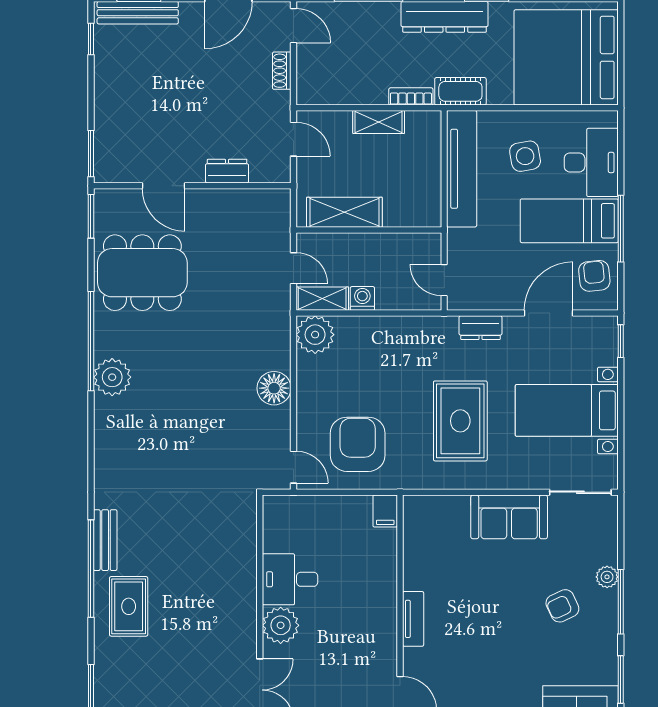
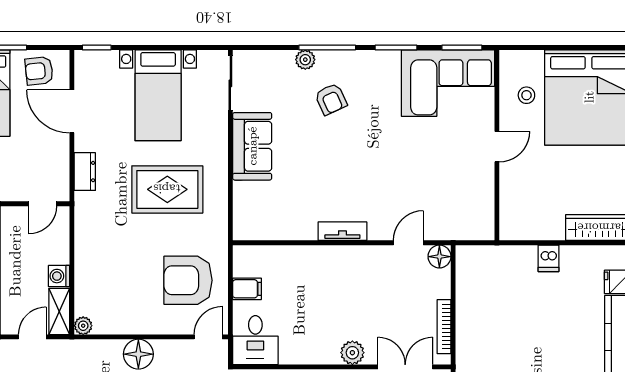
plant: (315, 335) -> (83, 326), width x0.53, depth x0.53
filing cabinet: (385, 511) -> (247, 289), moved
desk: (290, 579) -> (255, 340), moved
plant: (281, 625) -> (352, 353), width x0.73, depth x0.73

